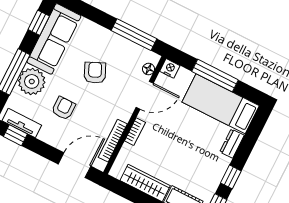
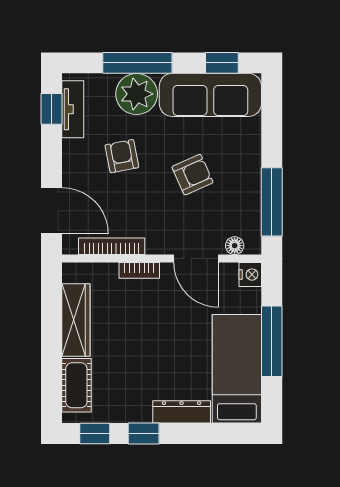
armchair: (63, 108) -> (122, 156), turned -101
dresser: (232, 144) -> (182, 412), width x1.44

